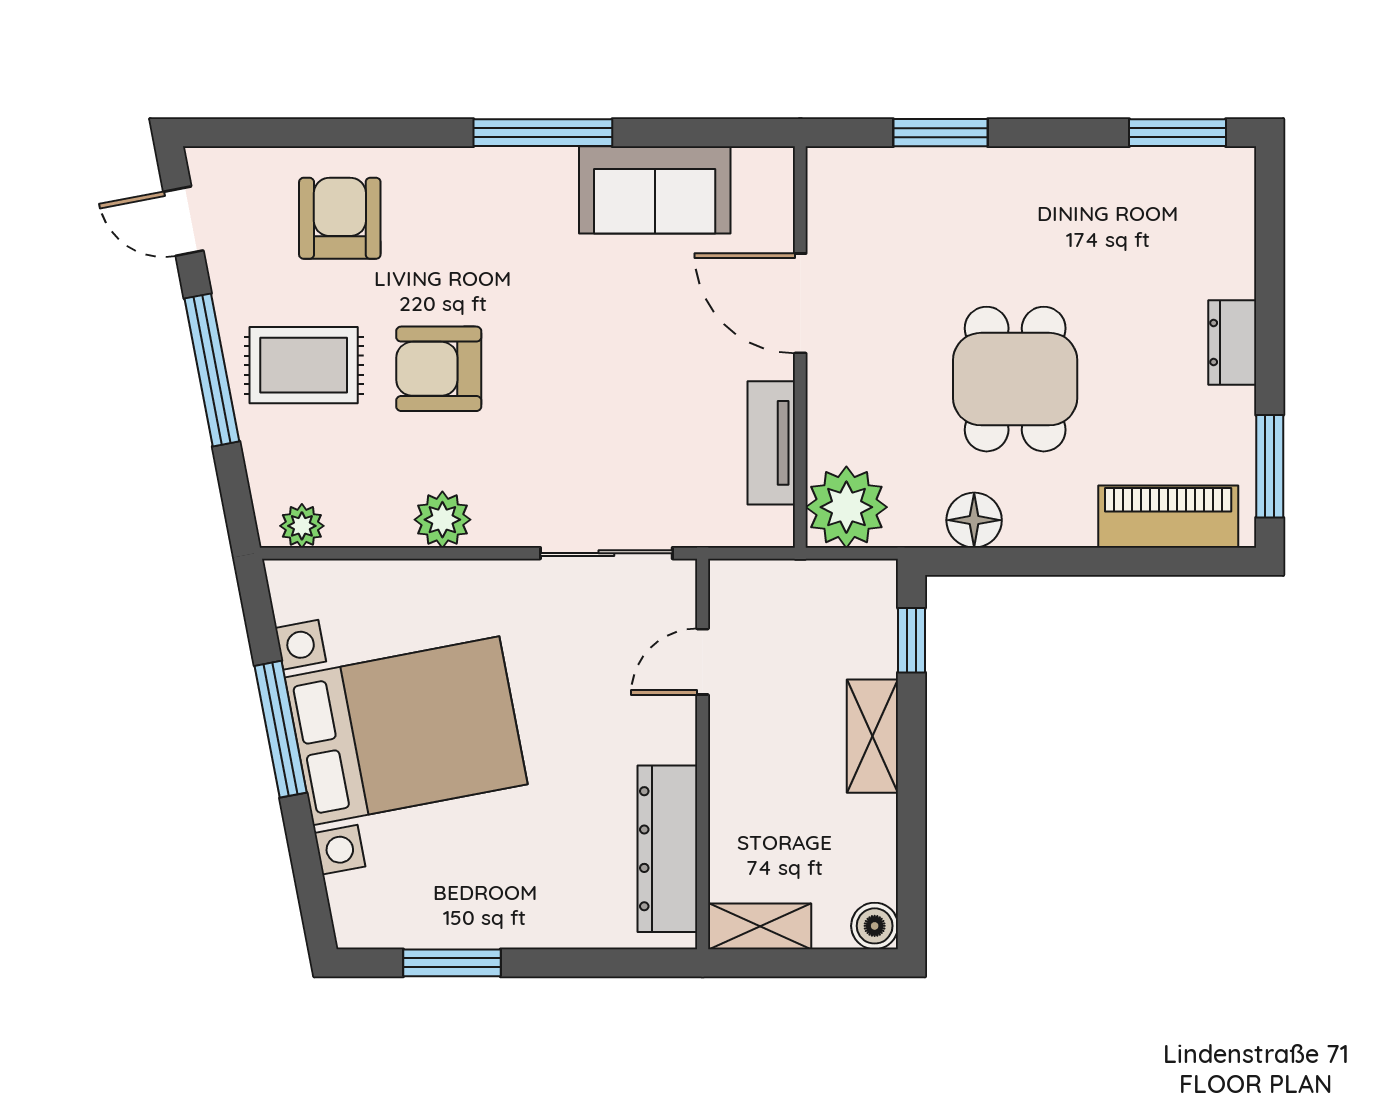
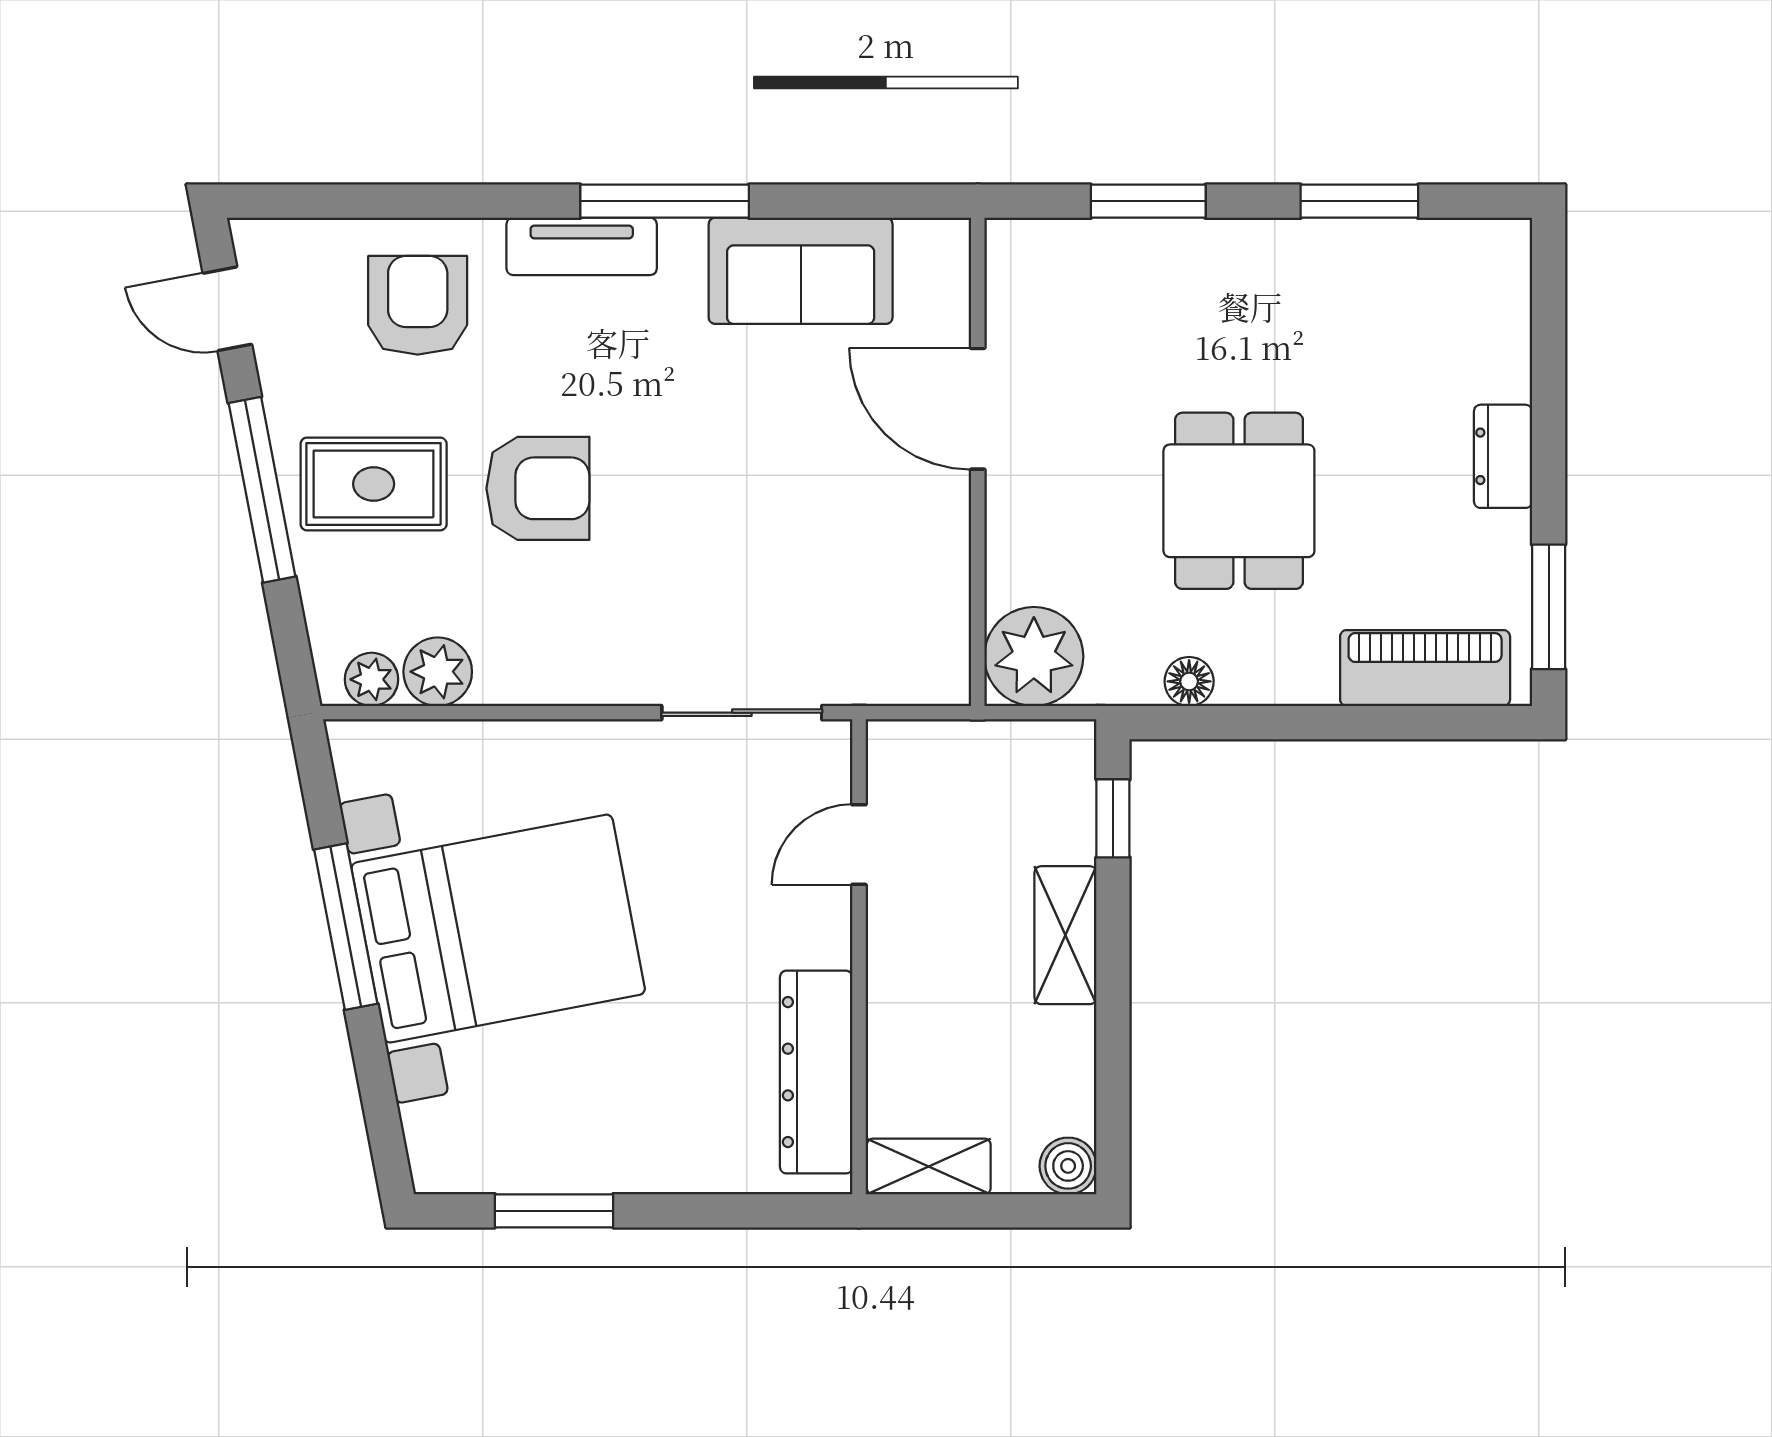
window: (1178, 133) -> (1359, 201), moved
armchair: (439, 369) -> (538, 488), turned 180
tv unit: (771, 443) -> (582, 246), moved, turned -90
plant: (442, 520) -> (438, 672), moved
floor lamp: (974, 520) -> (1189, 681), width x0.73, depth x0.73

